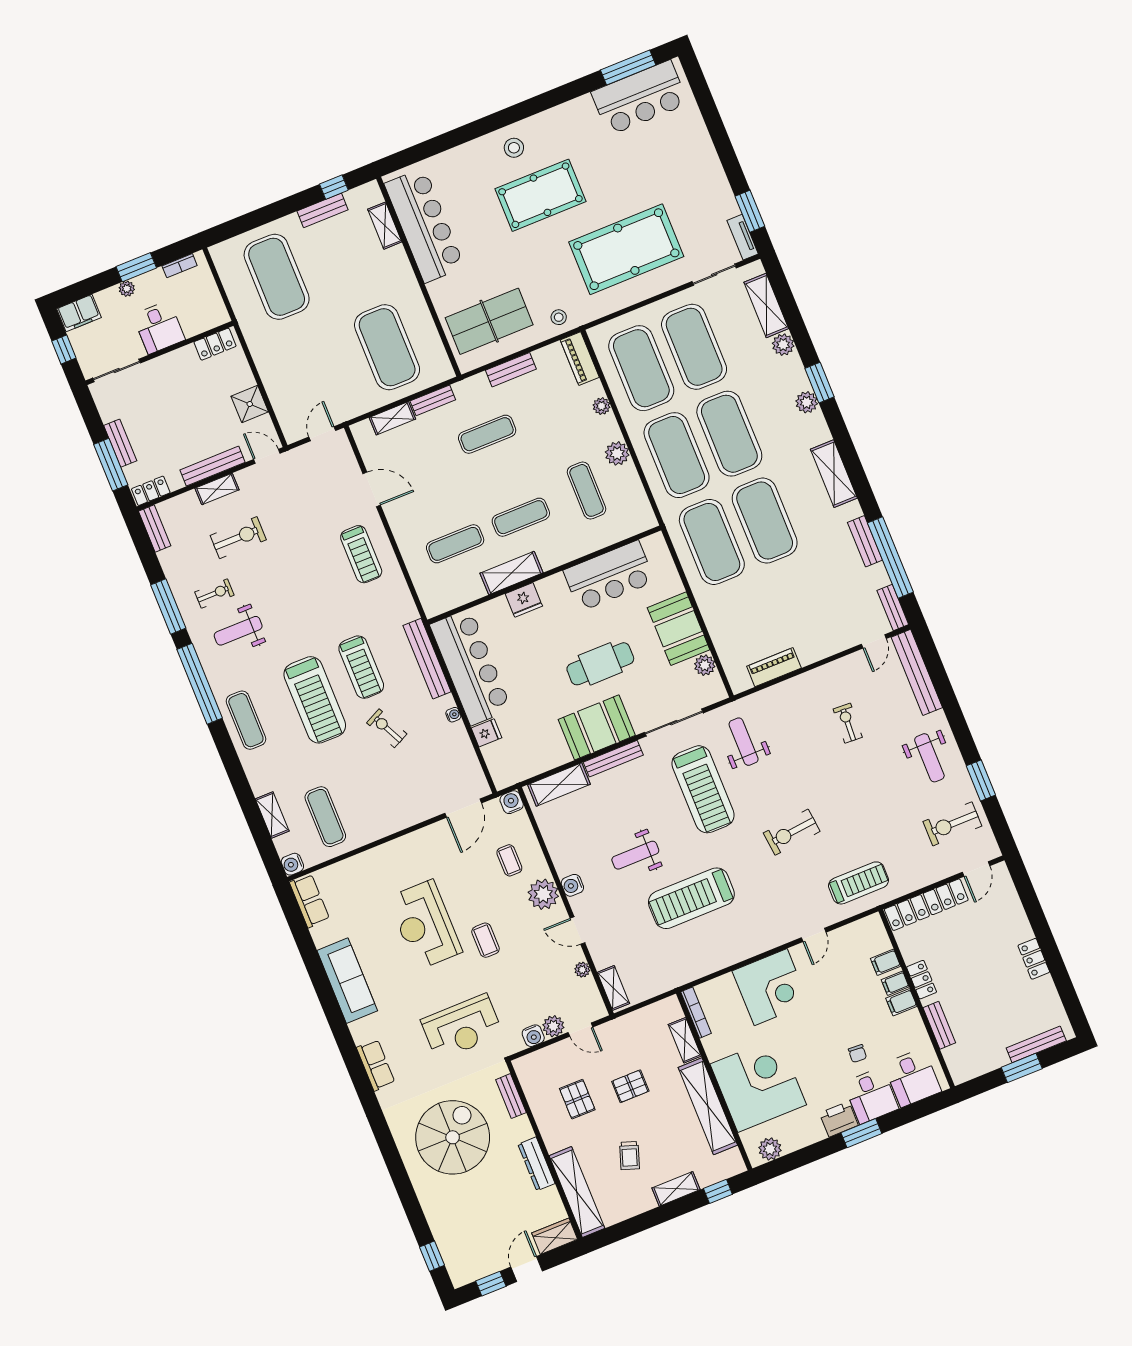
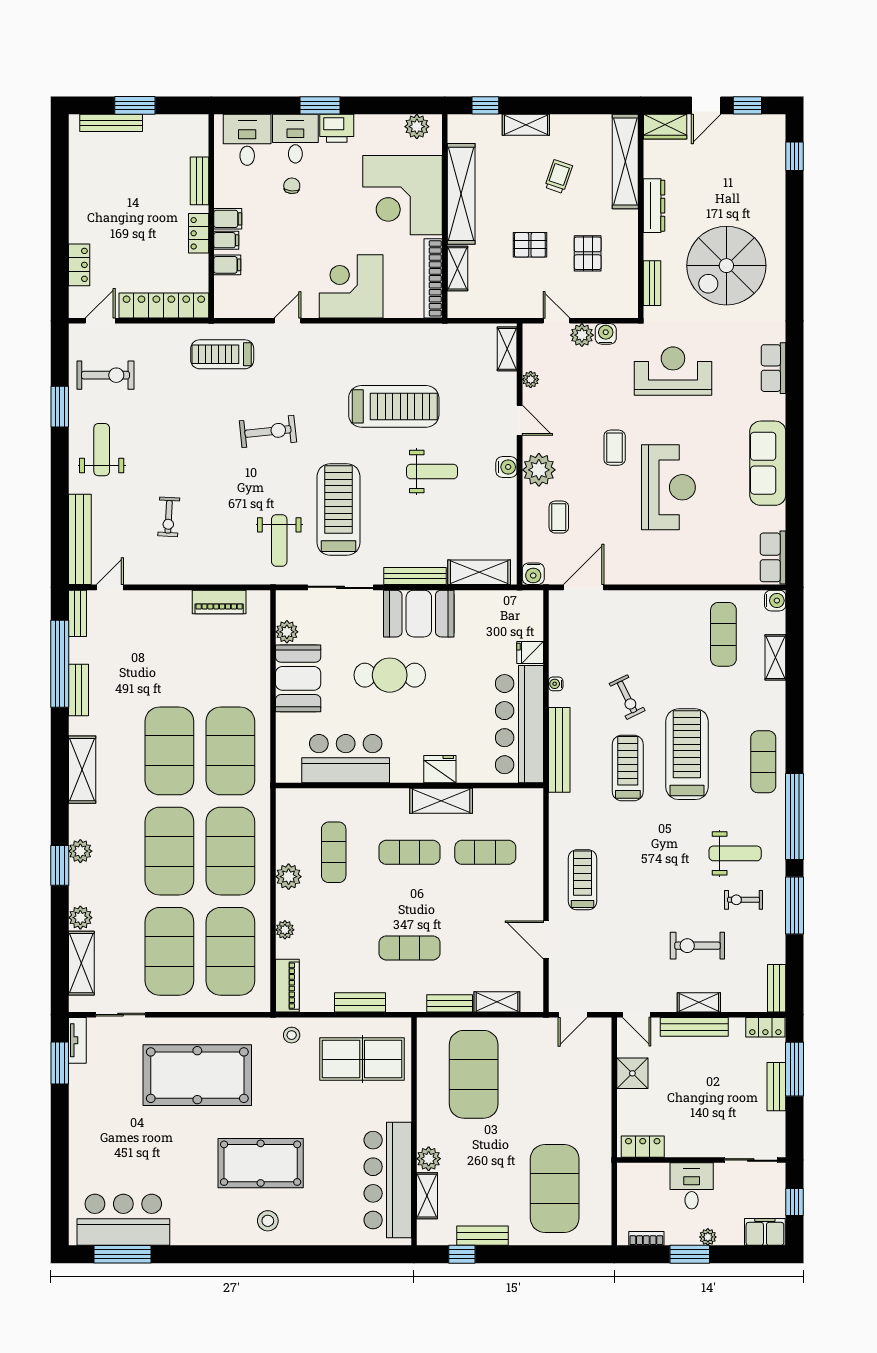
plant: (396, 258) -> (429, 1159), added
locker: (1034, 959) -> (79, 265), moved
bookcase: (696, 1013) -> (433, 278), width x1.48, depth x1.31

